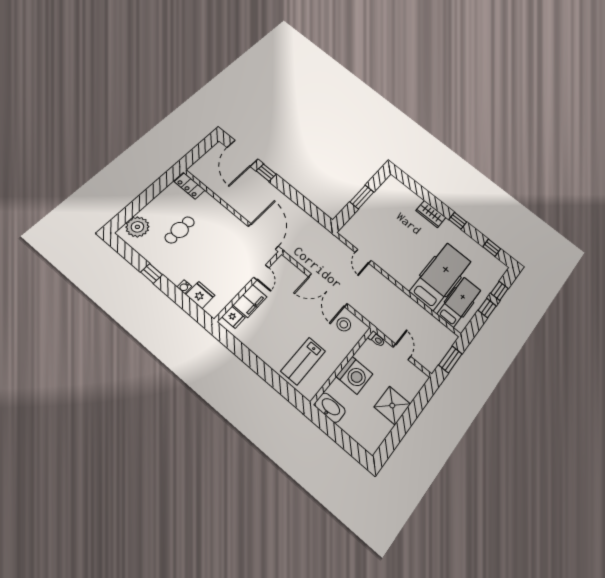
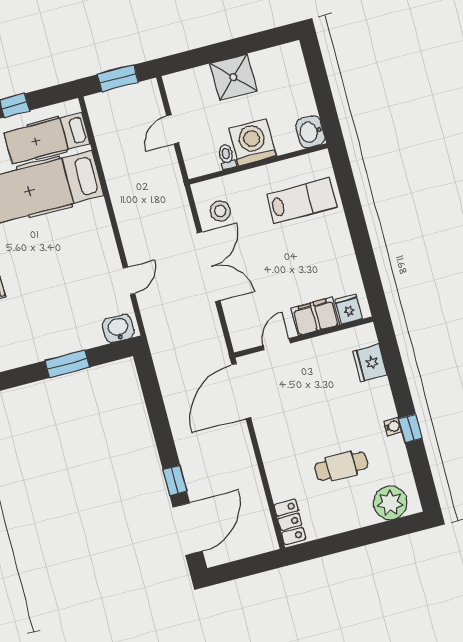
washbasin: (350, 229) -> (118, 328), added
water cooler: (184, 287) -> (393, 426), moved
toilet: (377, 339) -> (227, 157), moved
washbasin: (330, 408) -> (310, 132), width x0.72

